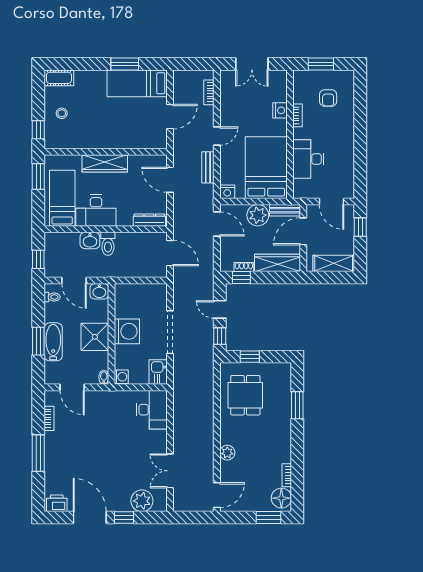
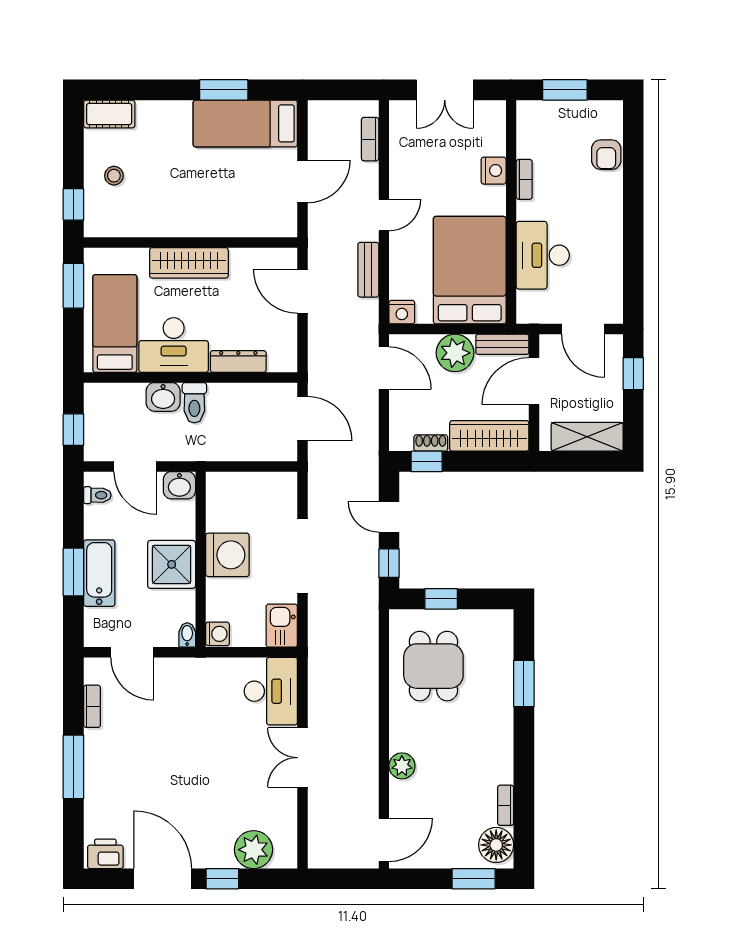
armchair: (328, 98) -> (606, 155), moved
dresser: (149, 220) -> (238, 361), moved
double door: (170, 471) -> (302, 758), moved

